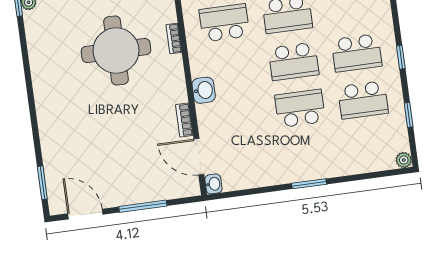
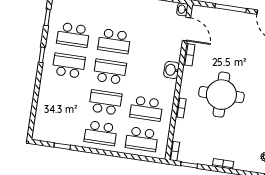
round table: (116, 51) -> (221, 95), moved
school desk: (363, 100) -> (73, 35), turned 180

